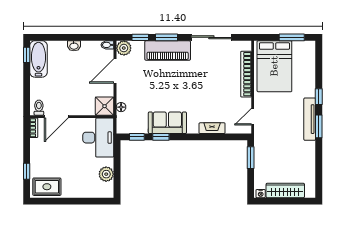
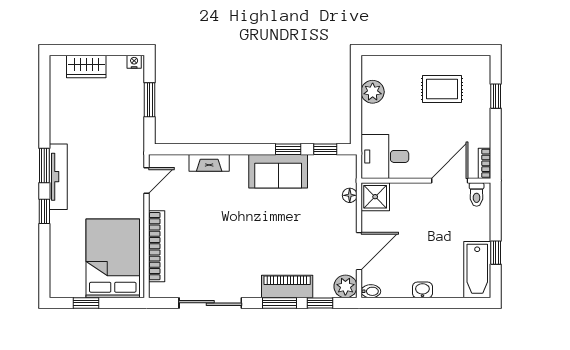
window: (292, 37) -> (86, 303), width x0.67
piano: (168, 50) -> (287, 286), width x0.73, depth x0.75
window: (27, 55) -> (496, 253), moved
desk: (98, 138) -> (385, 156), width x0.73
window: (251, 158) -> (150, 100), moved
rug: (47, 187) -> (442, 89), moved
wardrobe: (285, 190) -> (86, 66), width x0.67

